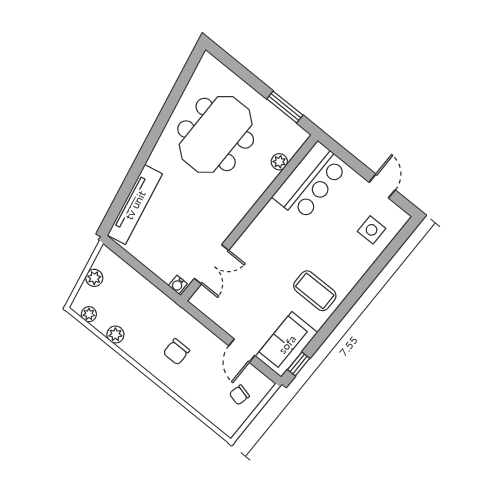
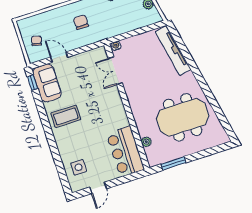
meeting table: (216, 134) -> (183, 117), turned 90
door: (382, 186) -> (98, 188), hinge flipped

